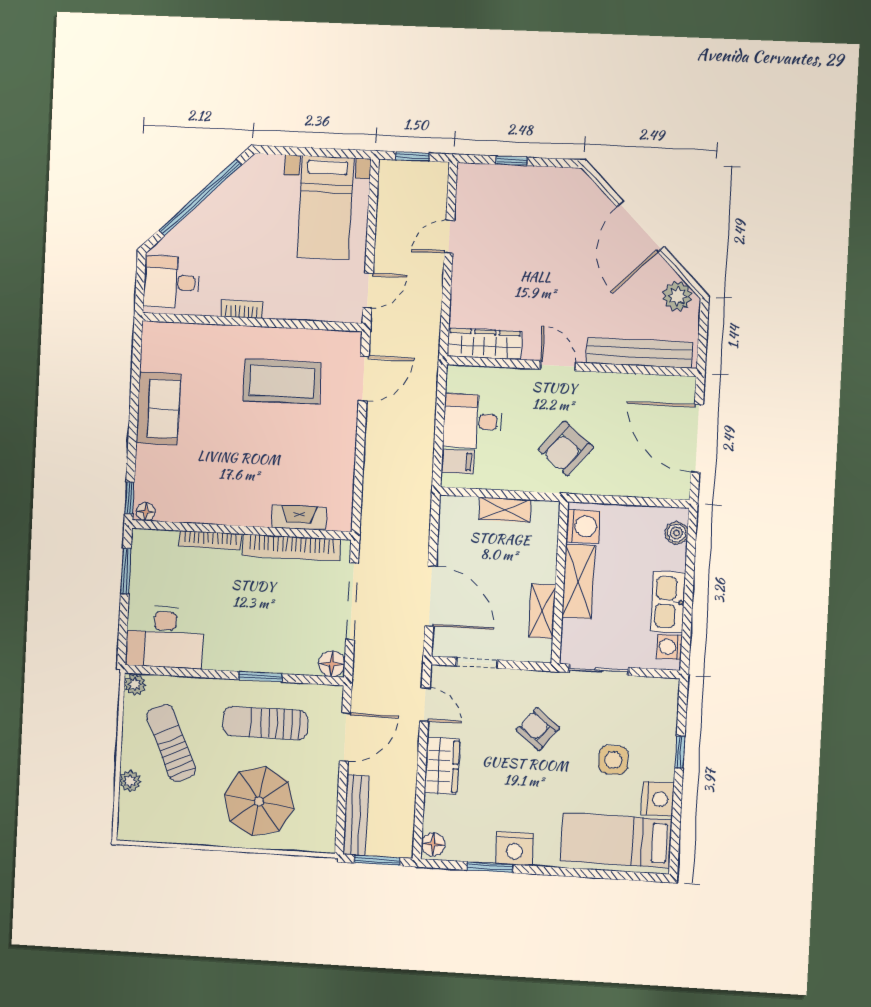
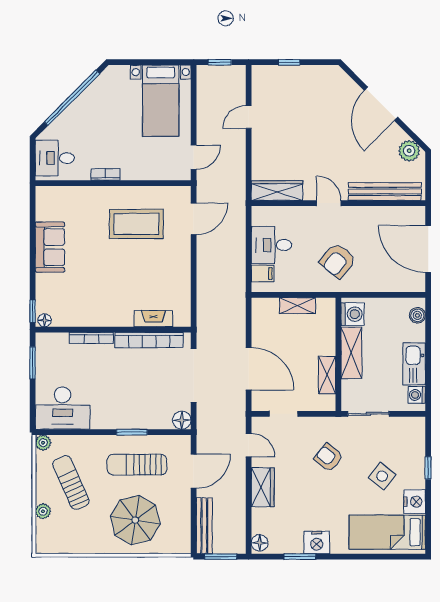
side table: (613, 760) -> (382, 476), turned 38

